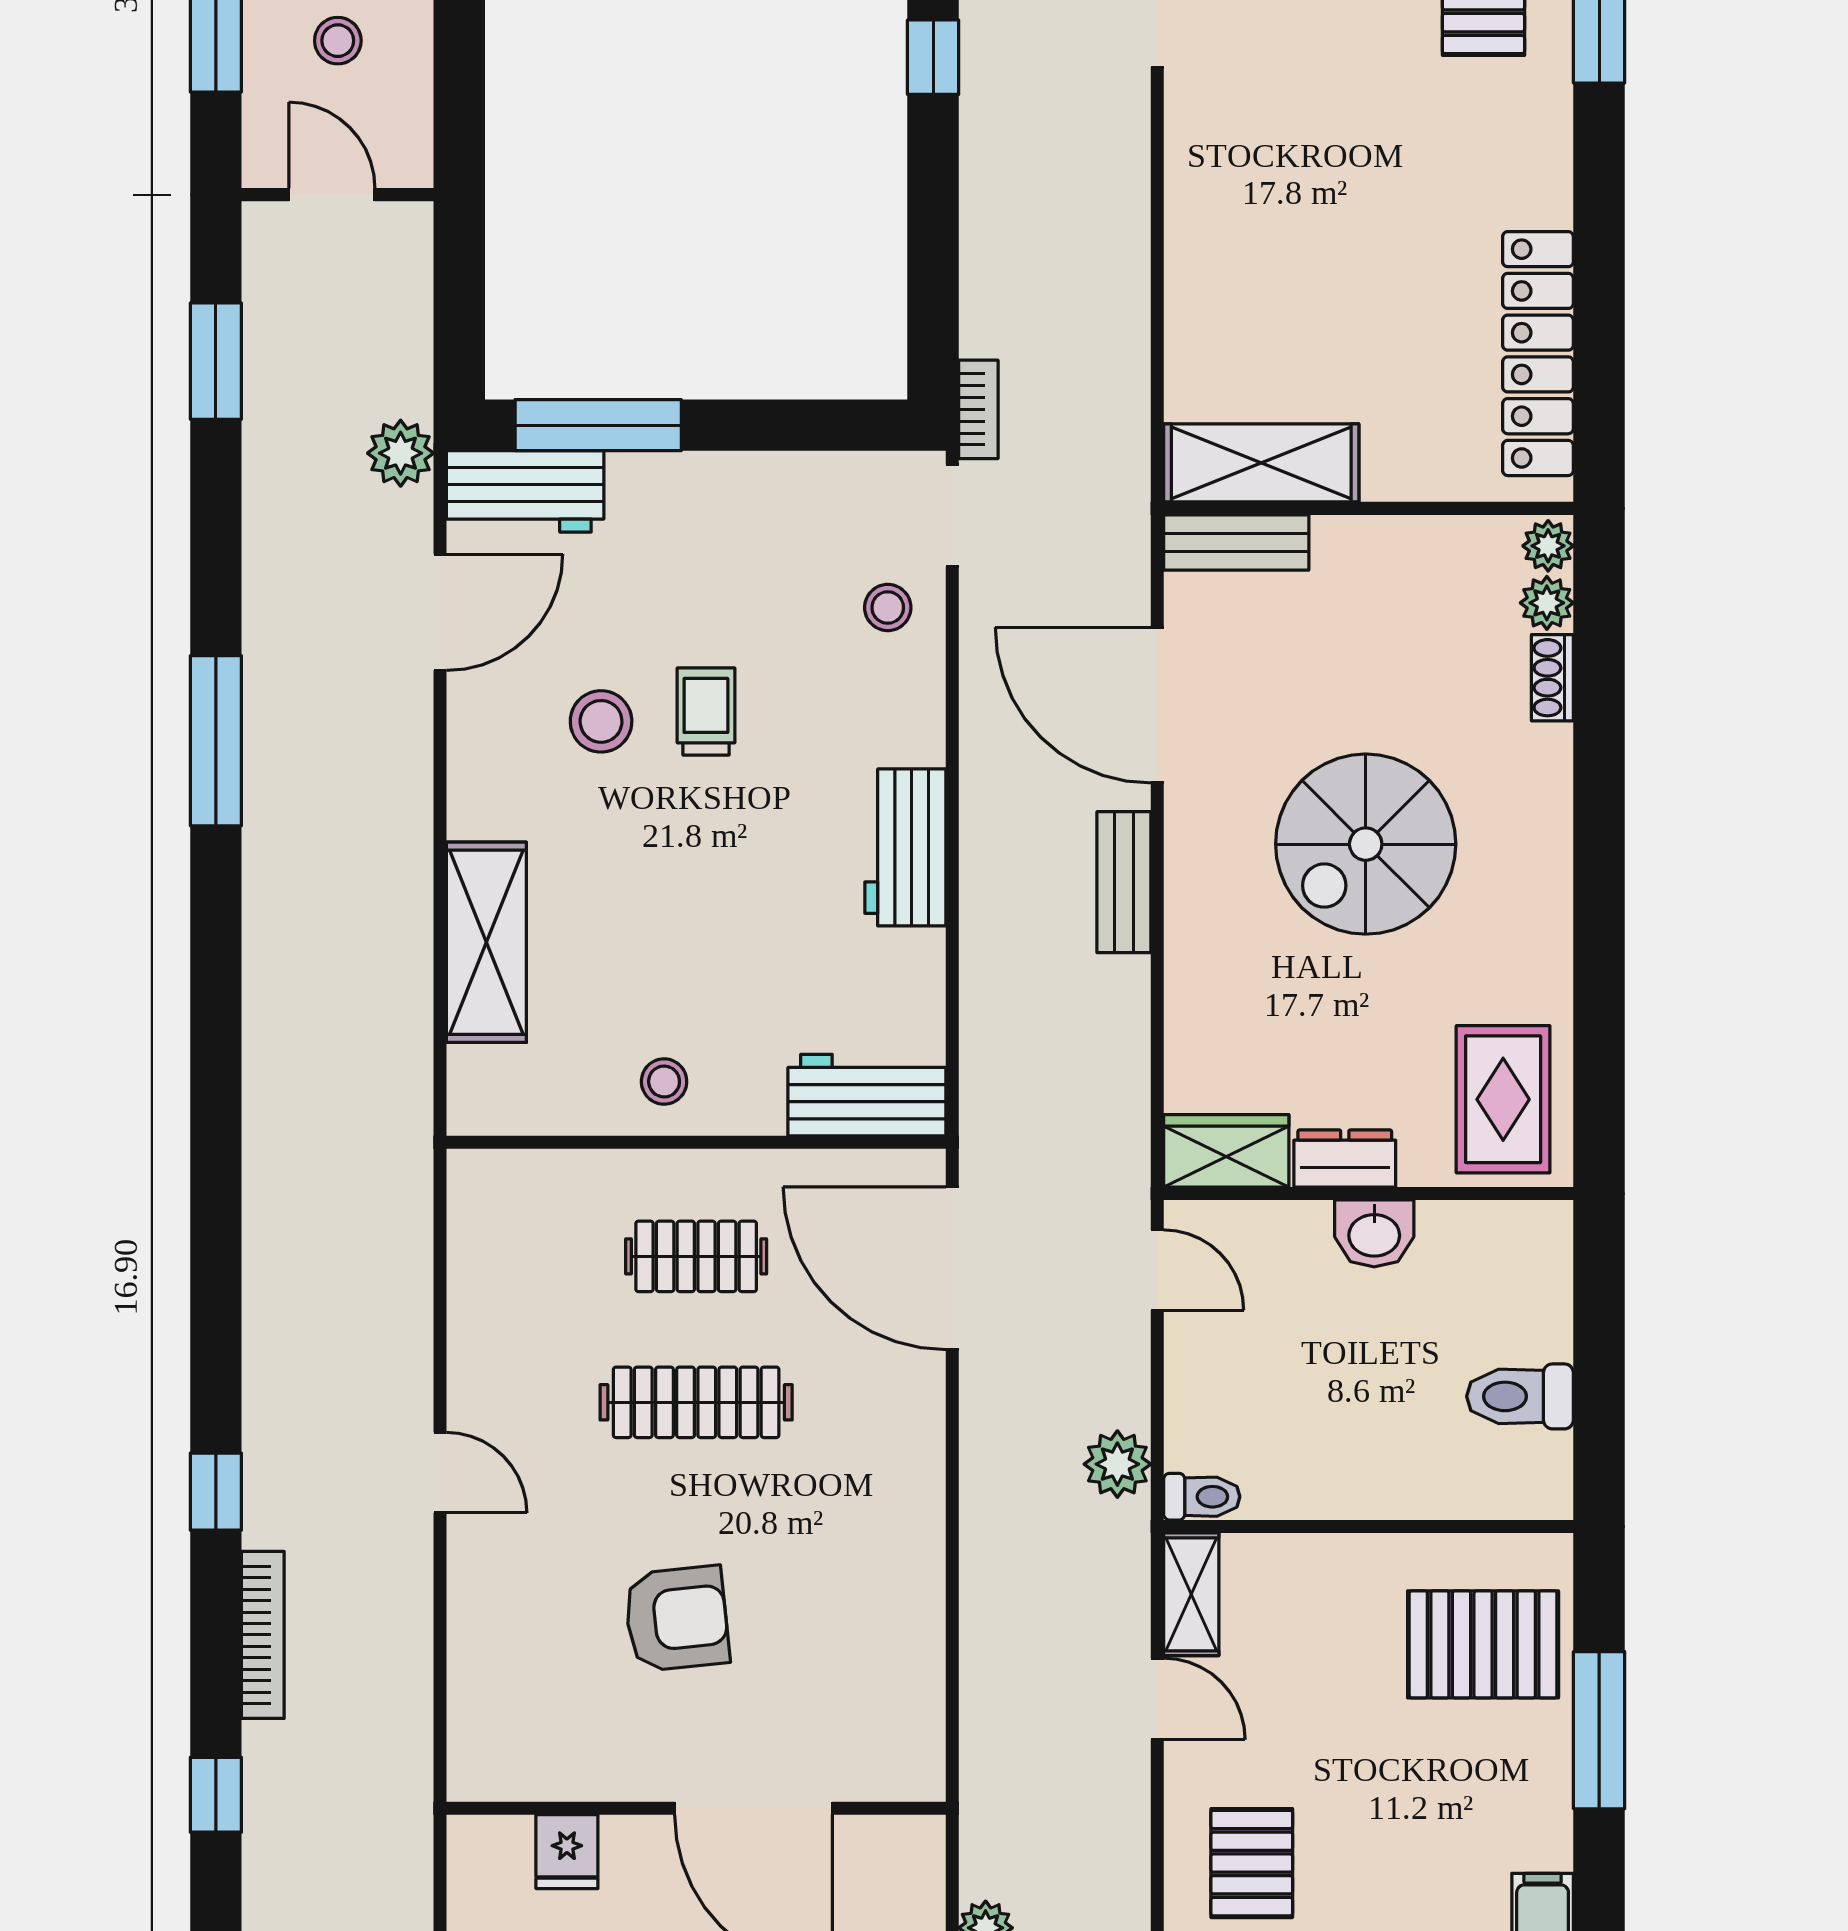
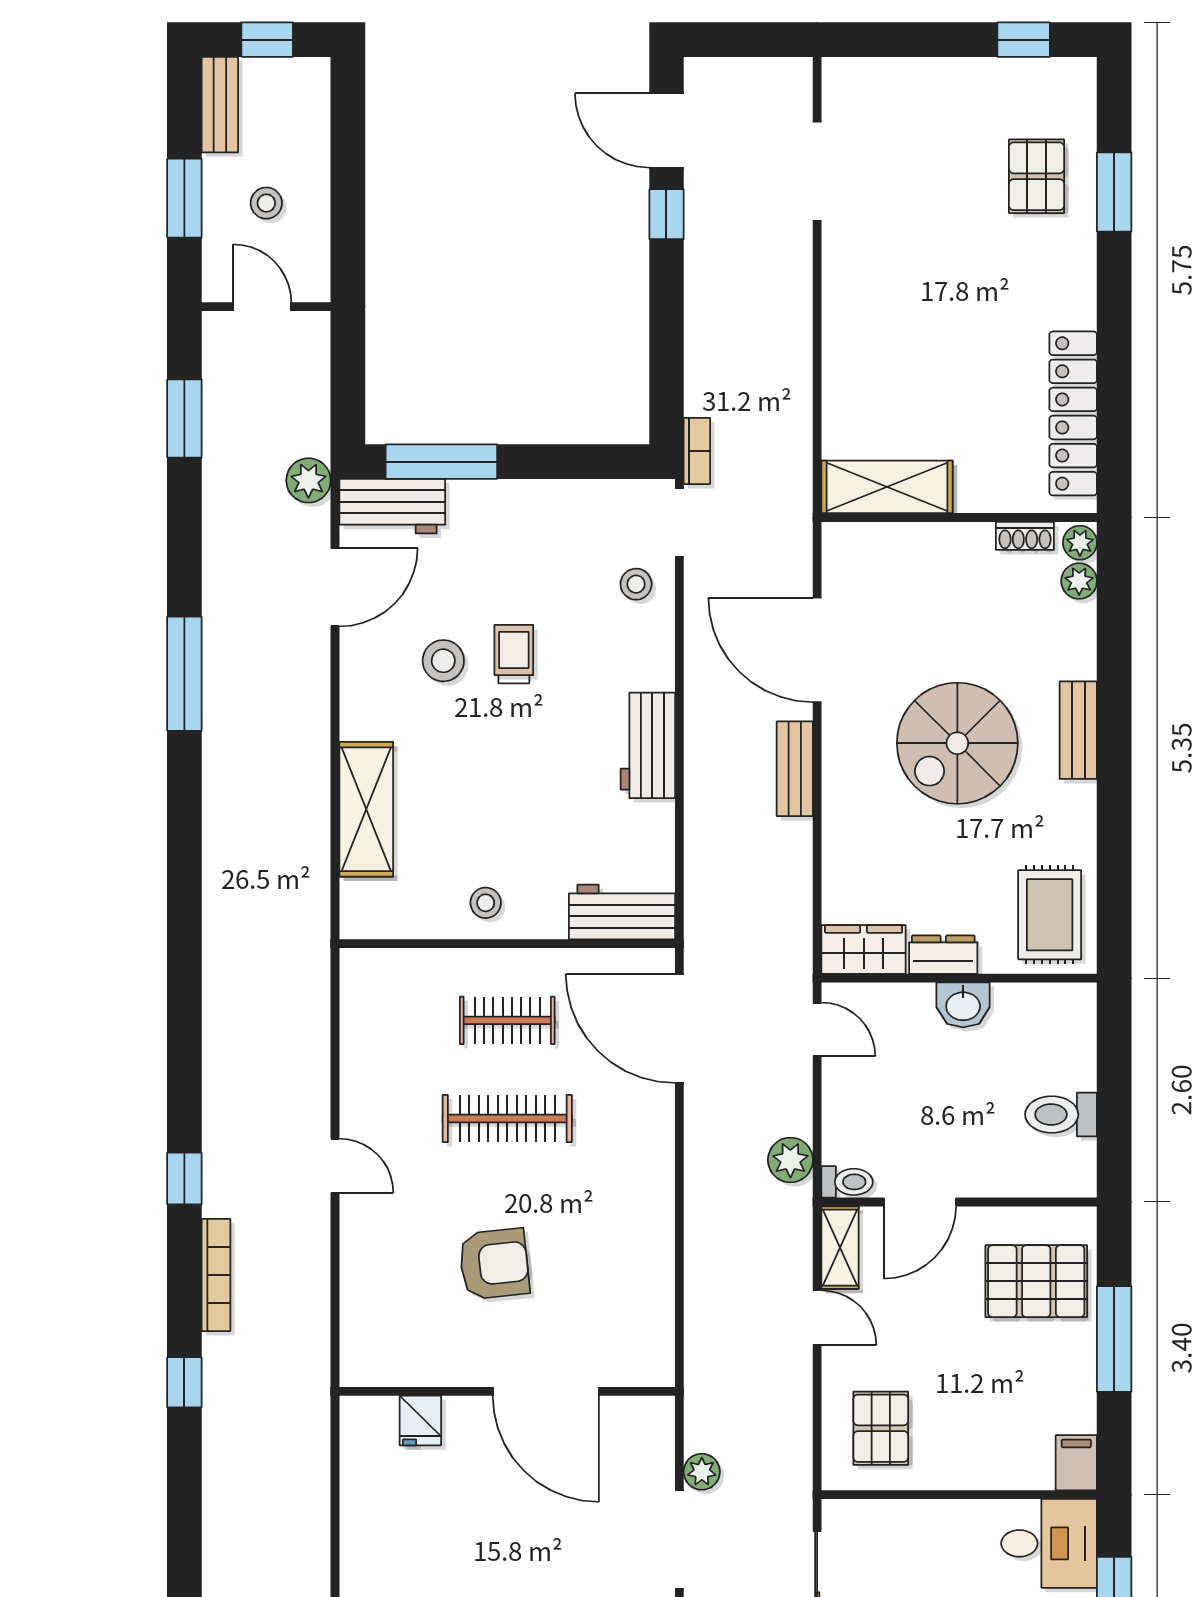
bench: (1236, 542) -> (1078, 730), moved, turned 90
shoe rack: (1552, 678) -> (1025, 536), moved, turned -90
door: (1310, 1527) -> (920, 1202), added

